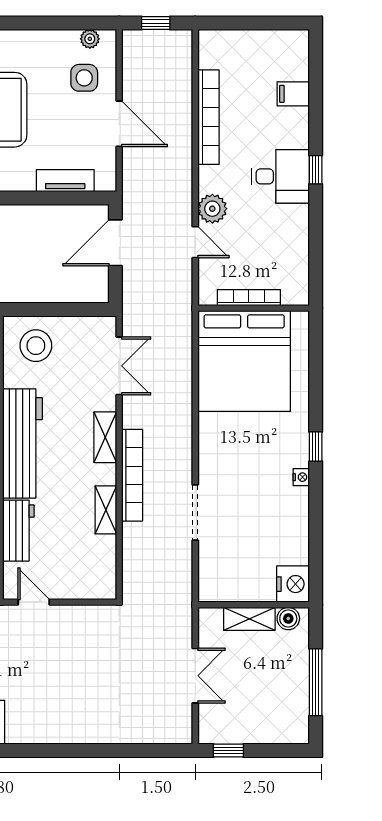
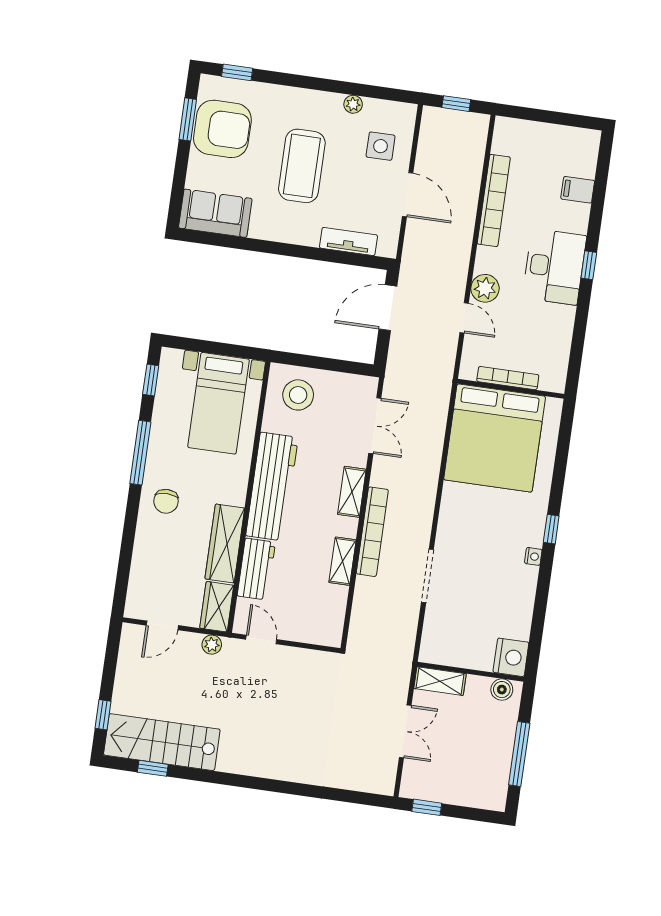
plant: (90, 39) -> (353, 104), moved
desk: (280, 176) -> (554, 267), width x1.37
shelving: (249, 619) -> (440, 681), moved

